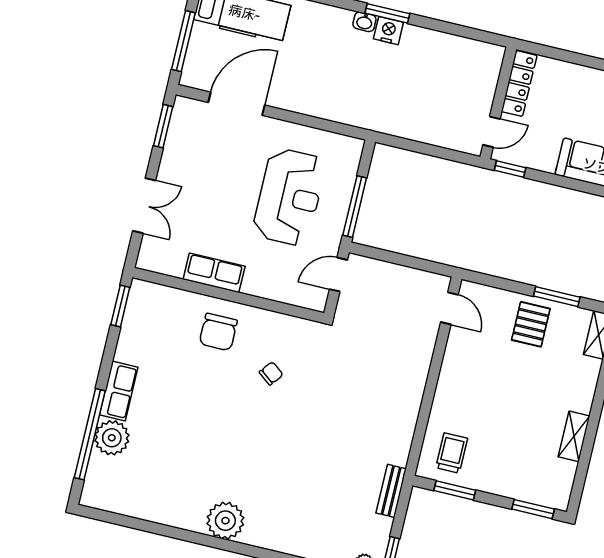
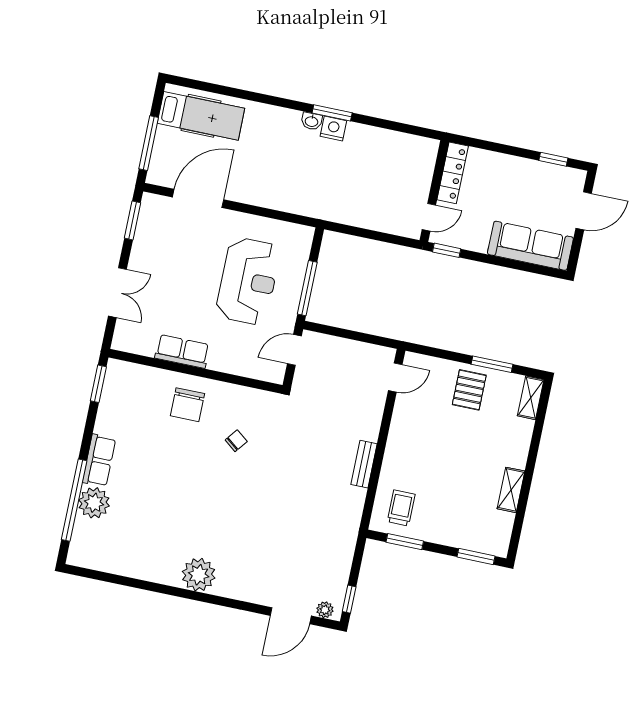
door: (449, 308) -> (395, 378), hinge flipped
bench: (391, 491) -> (364, 464), moved

